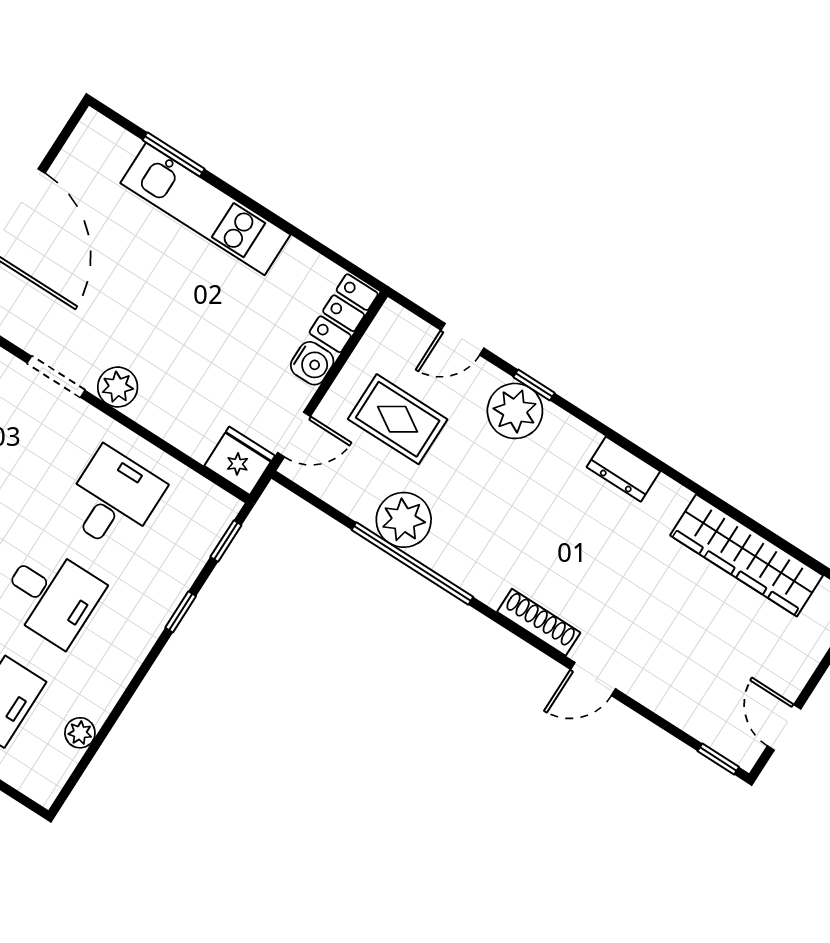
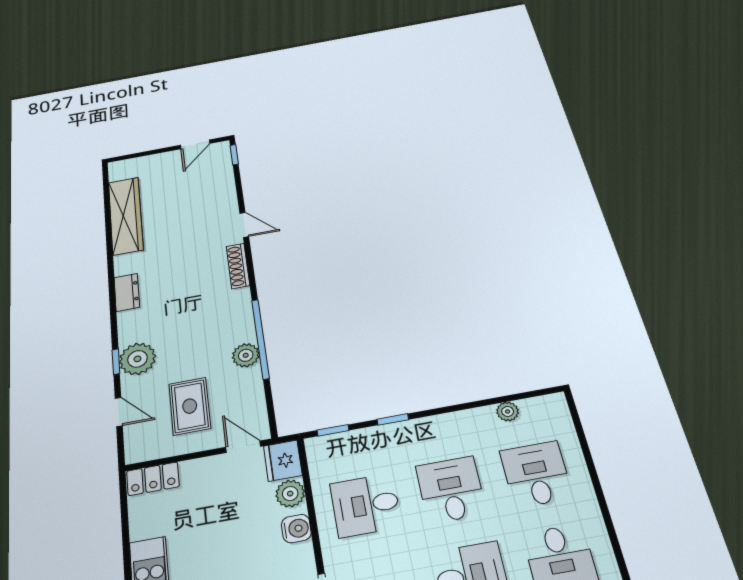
water cooler: (312, 363) -> (296, 529), moved, turned 90
plant: (118, 387) -> (290, 494), moved
plant: (404, 520) -> (246, 355), width x0.73, depth x0.73

